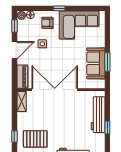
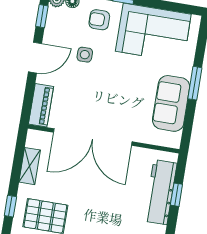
window: (107, 62) -> (195, 83), moved
double door: (55, 90) -> (93, 137), swing flipped
shelving: (22, 101) -> (30, 166), moved
window: (107, 128) -> (176, 195), moved

